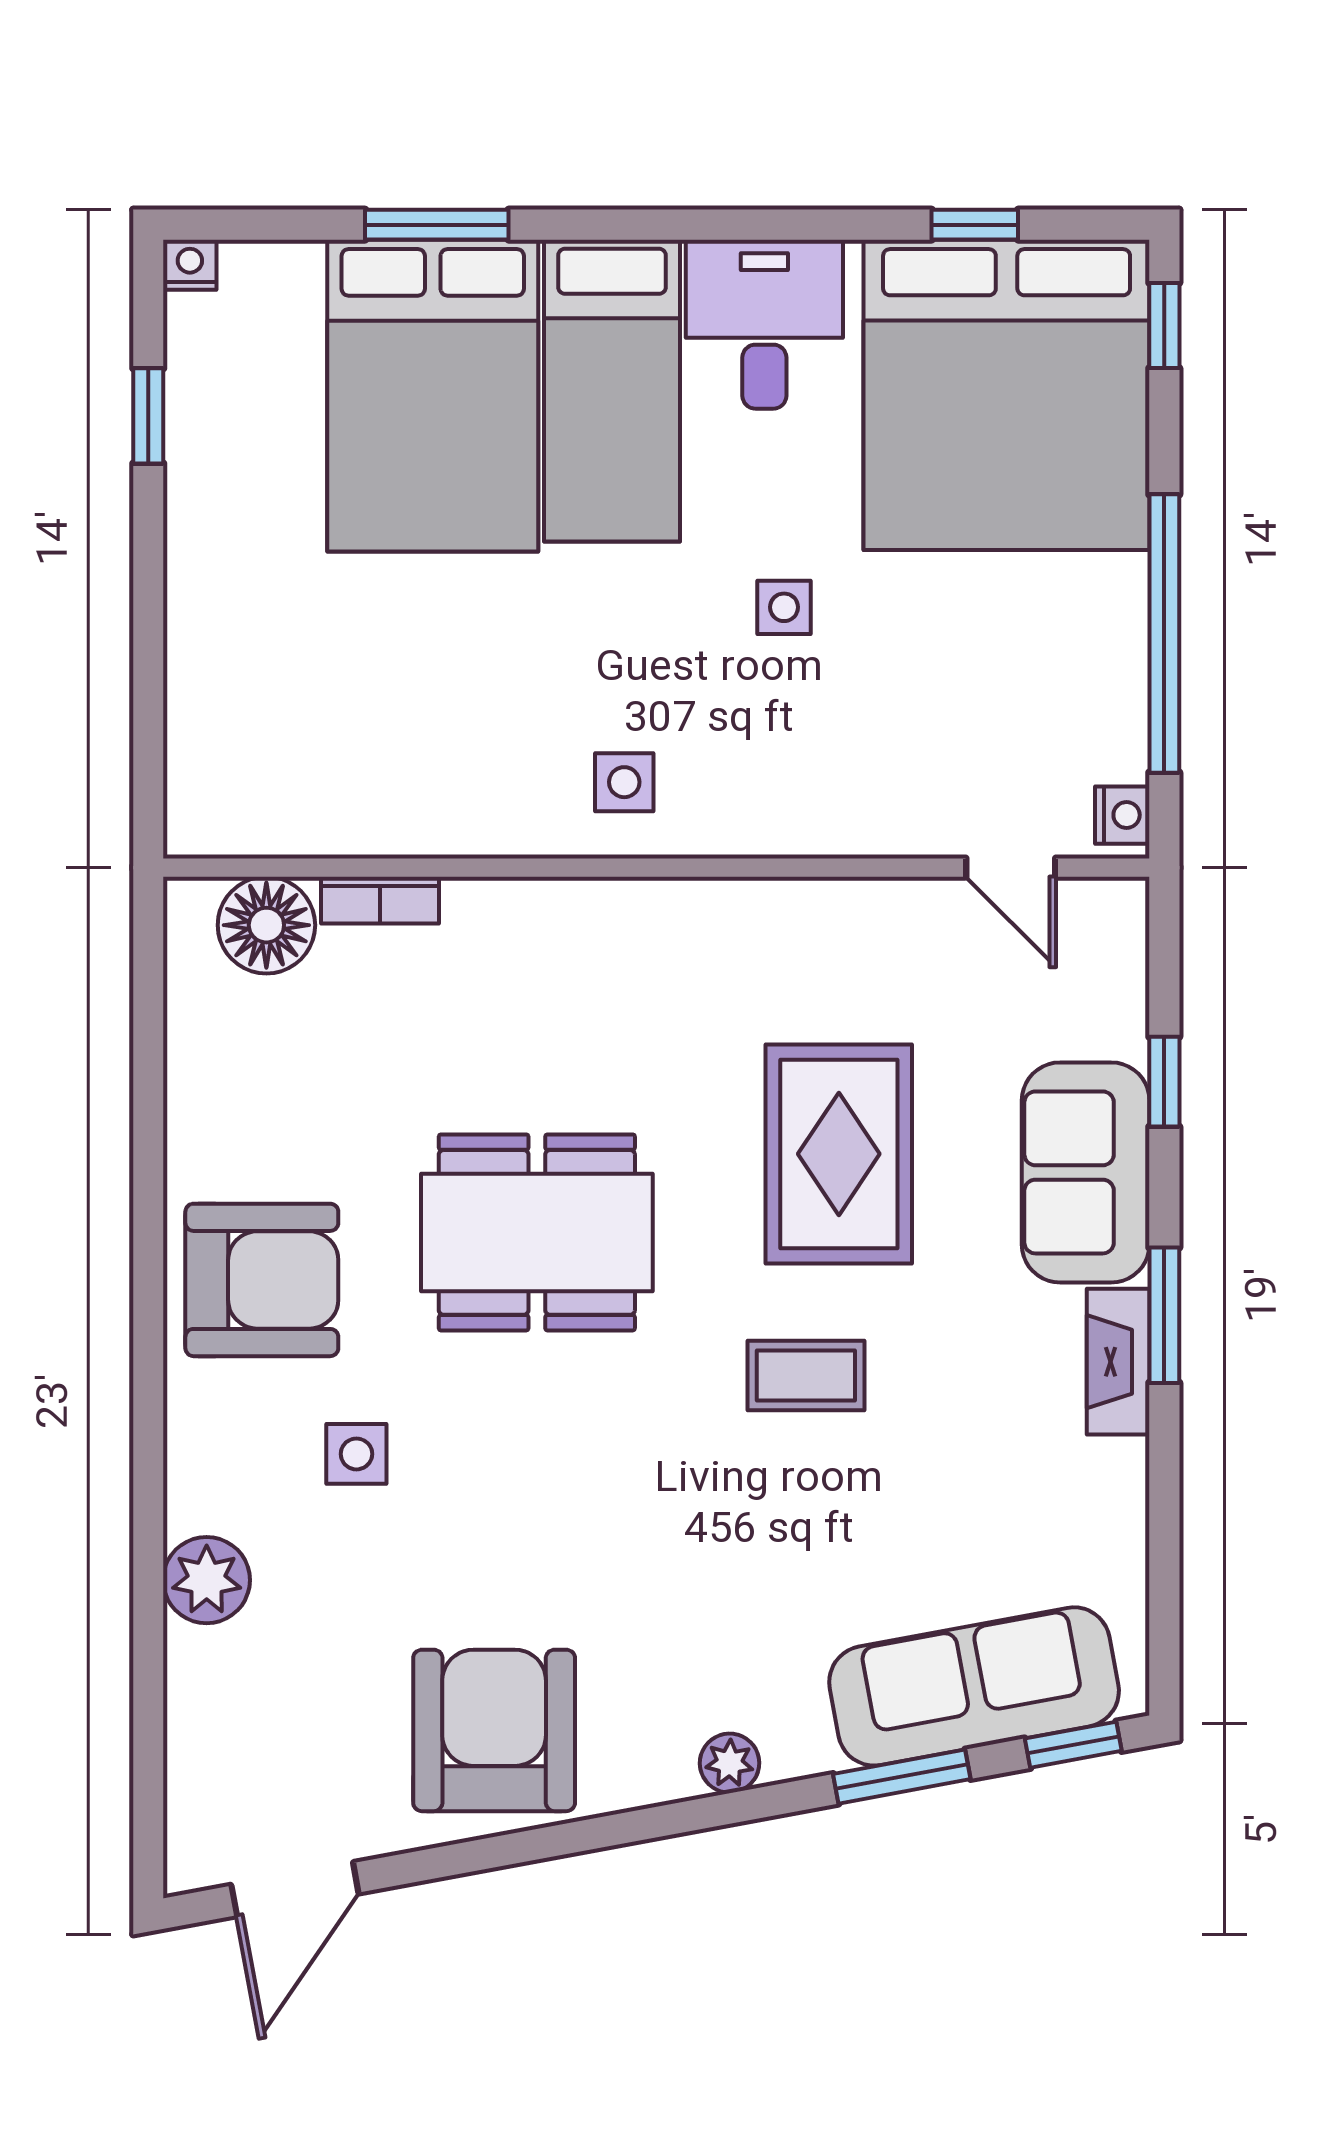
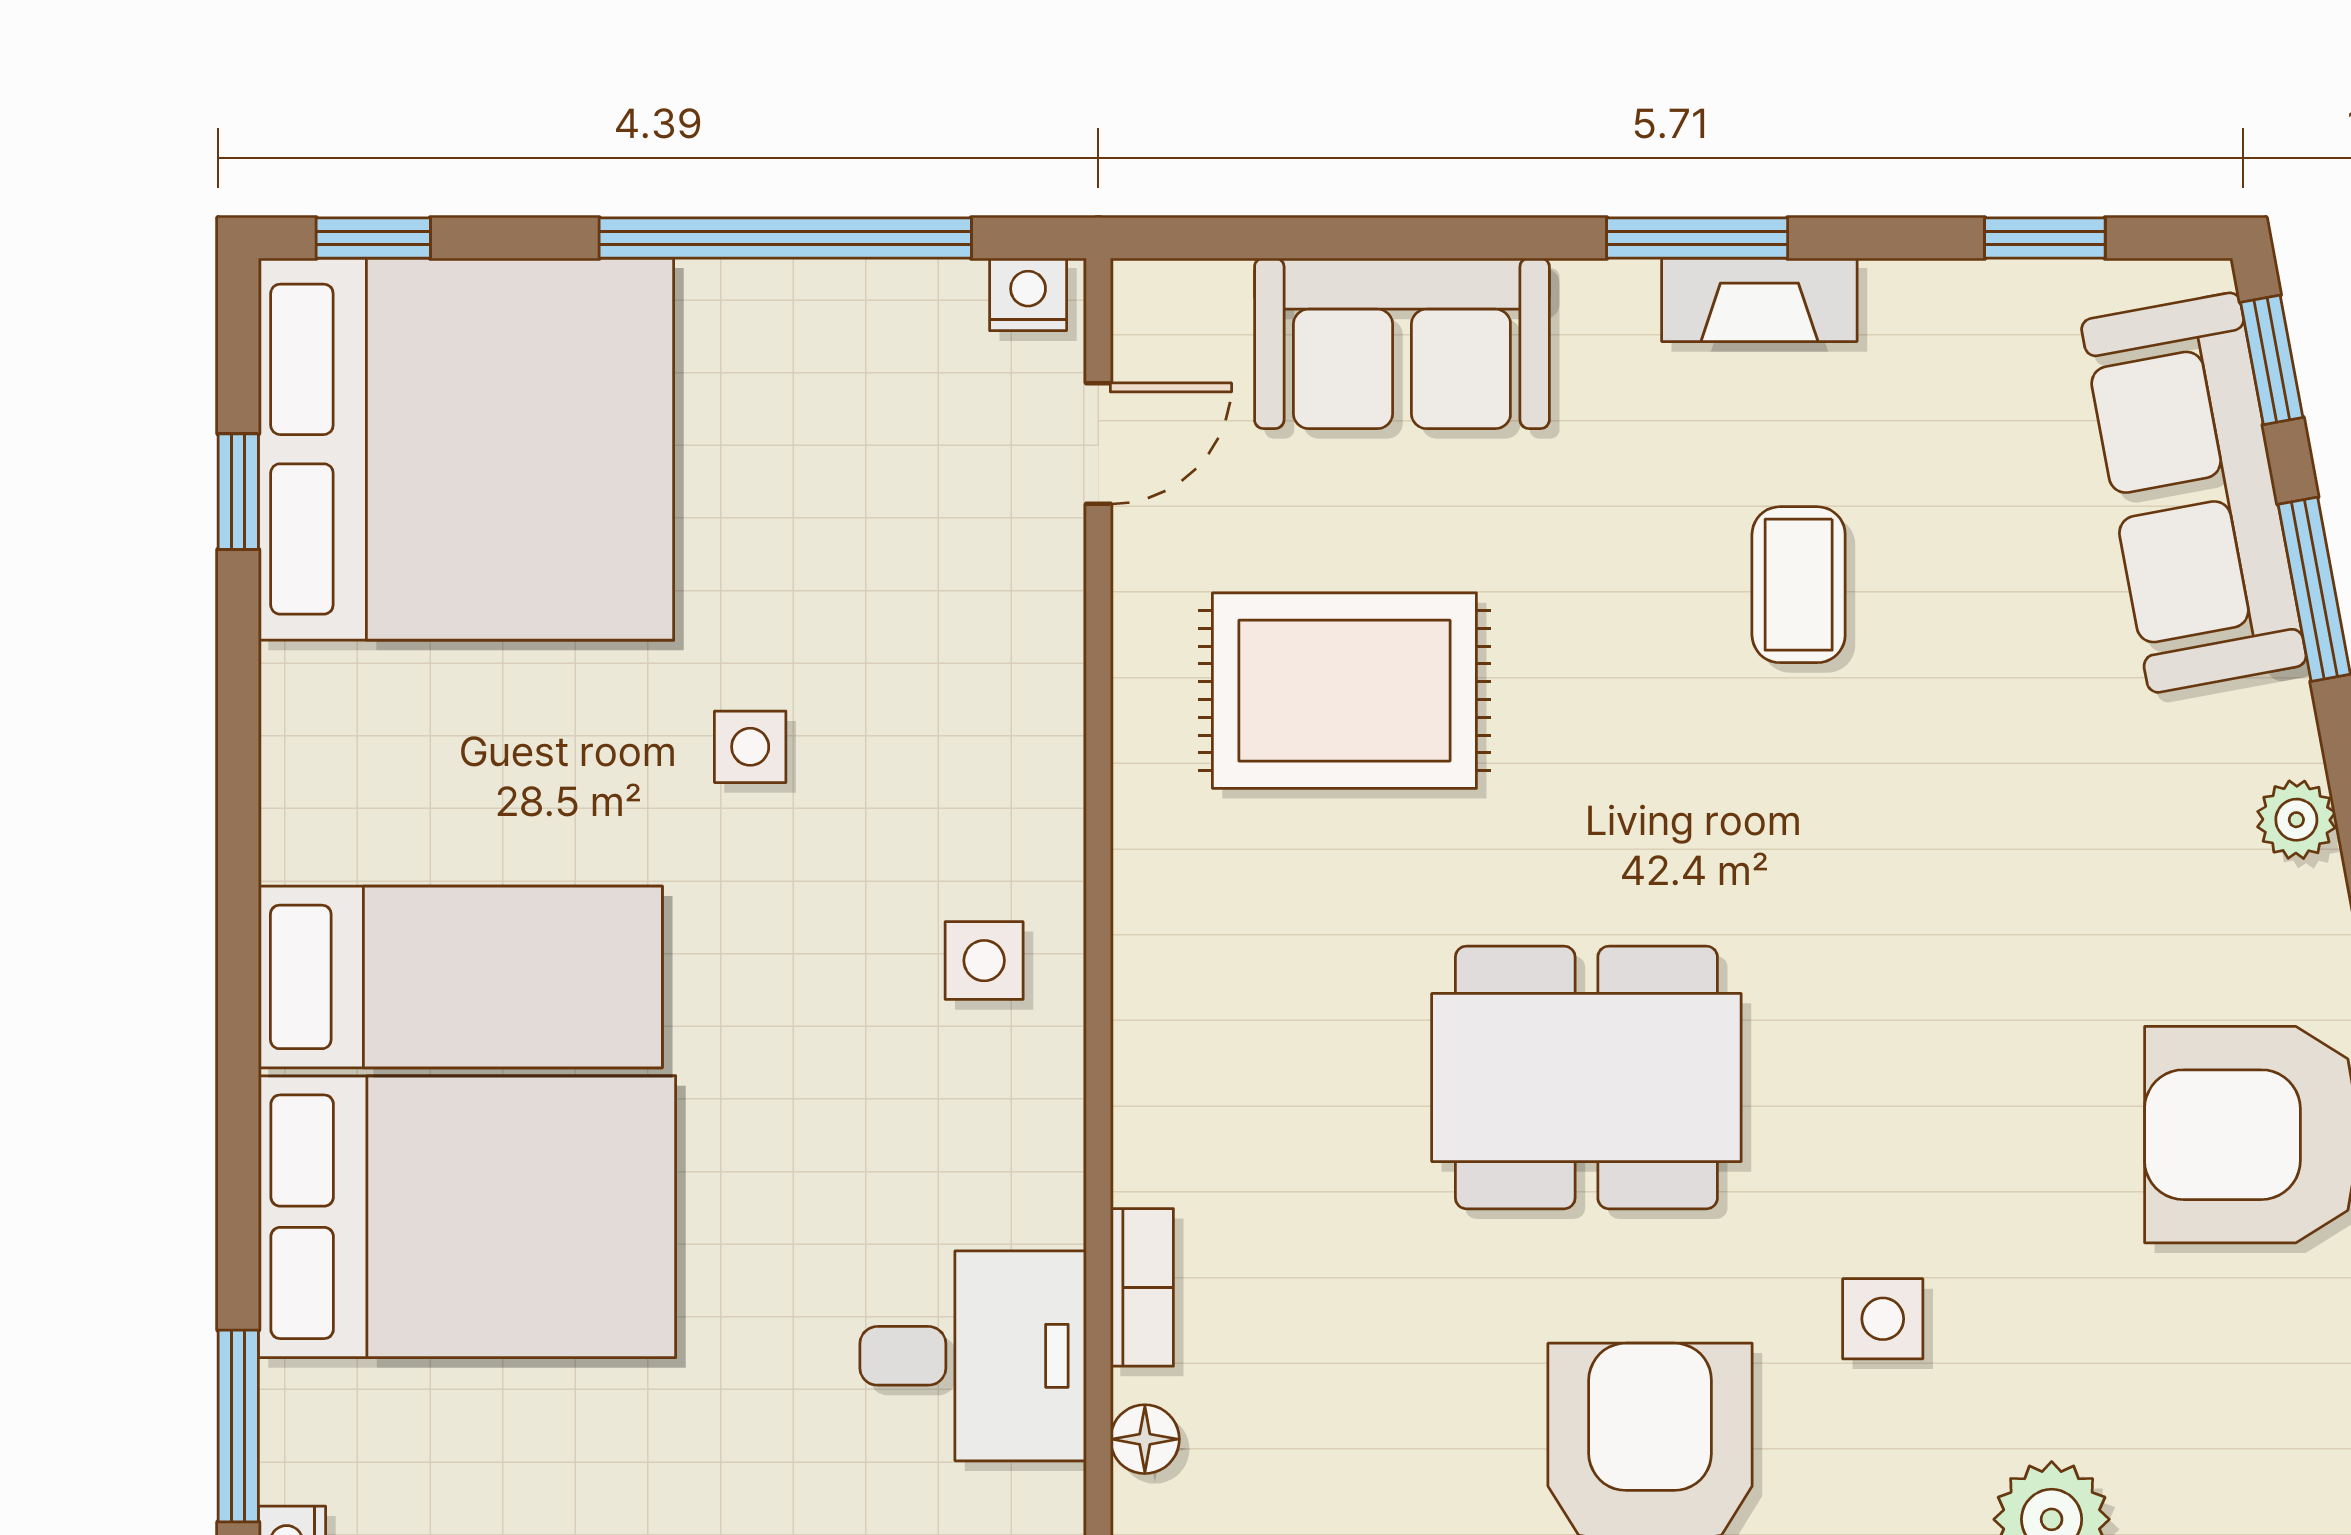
window: (437, 225) -> (238, 1426), moved
desk: (764, 324) -> (973, 1356), moved, turned 180
floor lamp: (266, 925) -> (1145, 1439), width x0.53, depth x0.53
window: (1164, 1082) -> (2045, 238), moved
rug: (839, 1154) -> (1344, 691), moved
sofa: (1086, 1172) -> (1402, 343), moved
dining table: (537, 1232) -> (1586, 1077), turned 90
coffee table: (806, 1375) -> (1799, 585), moved

